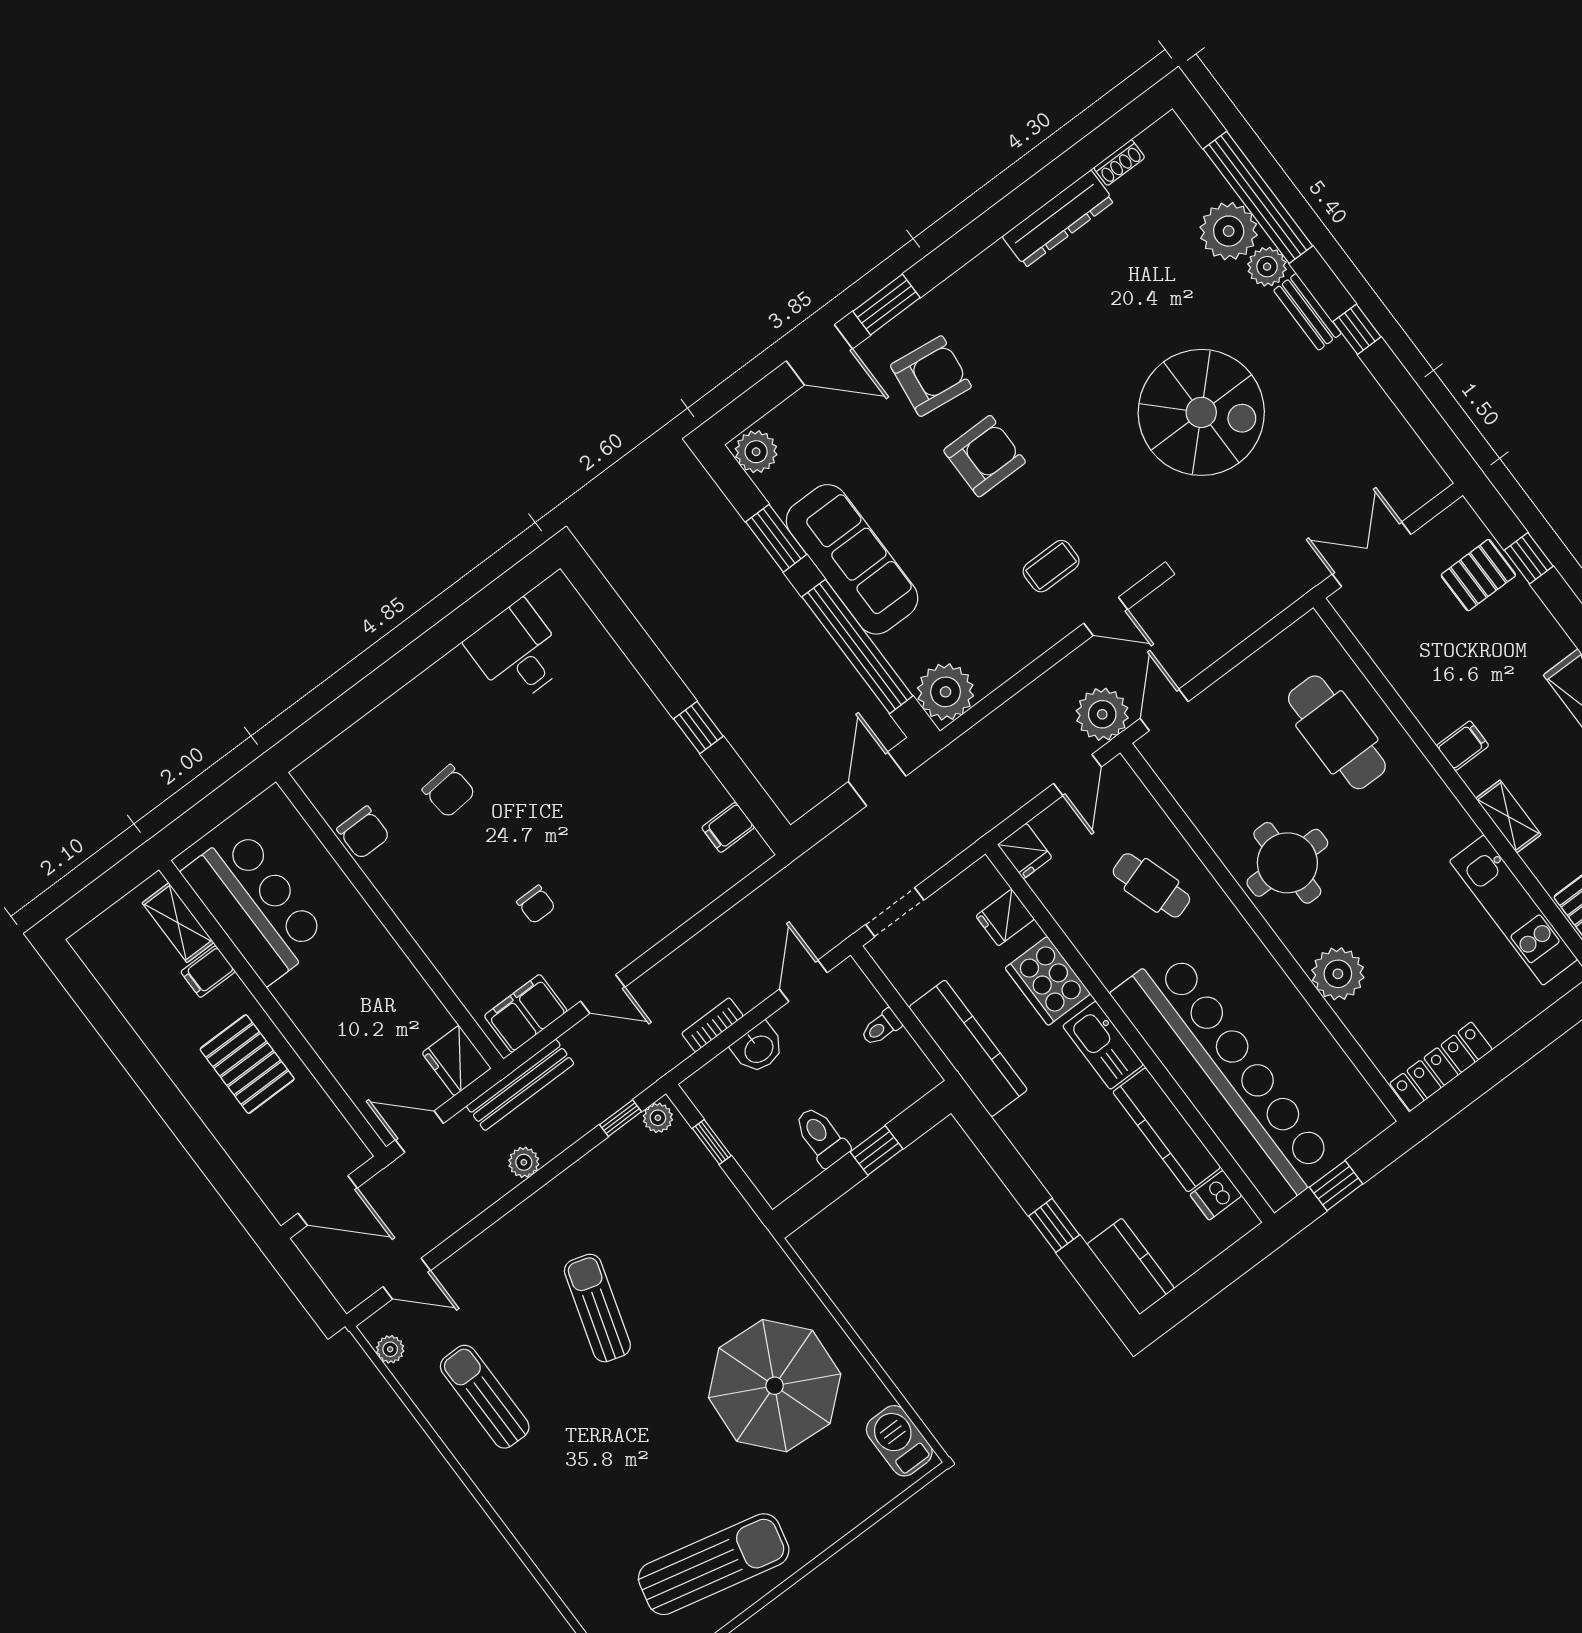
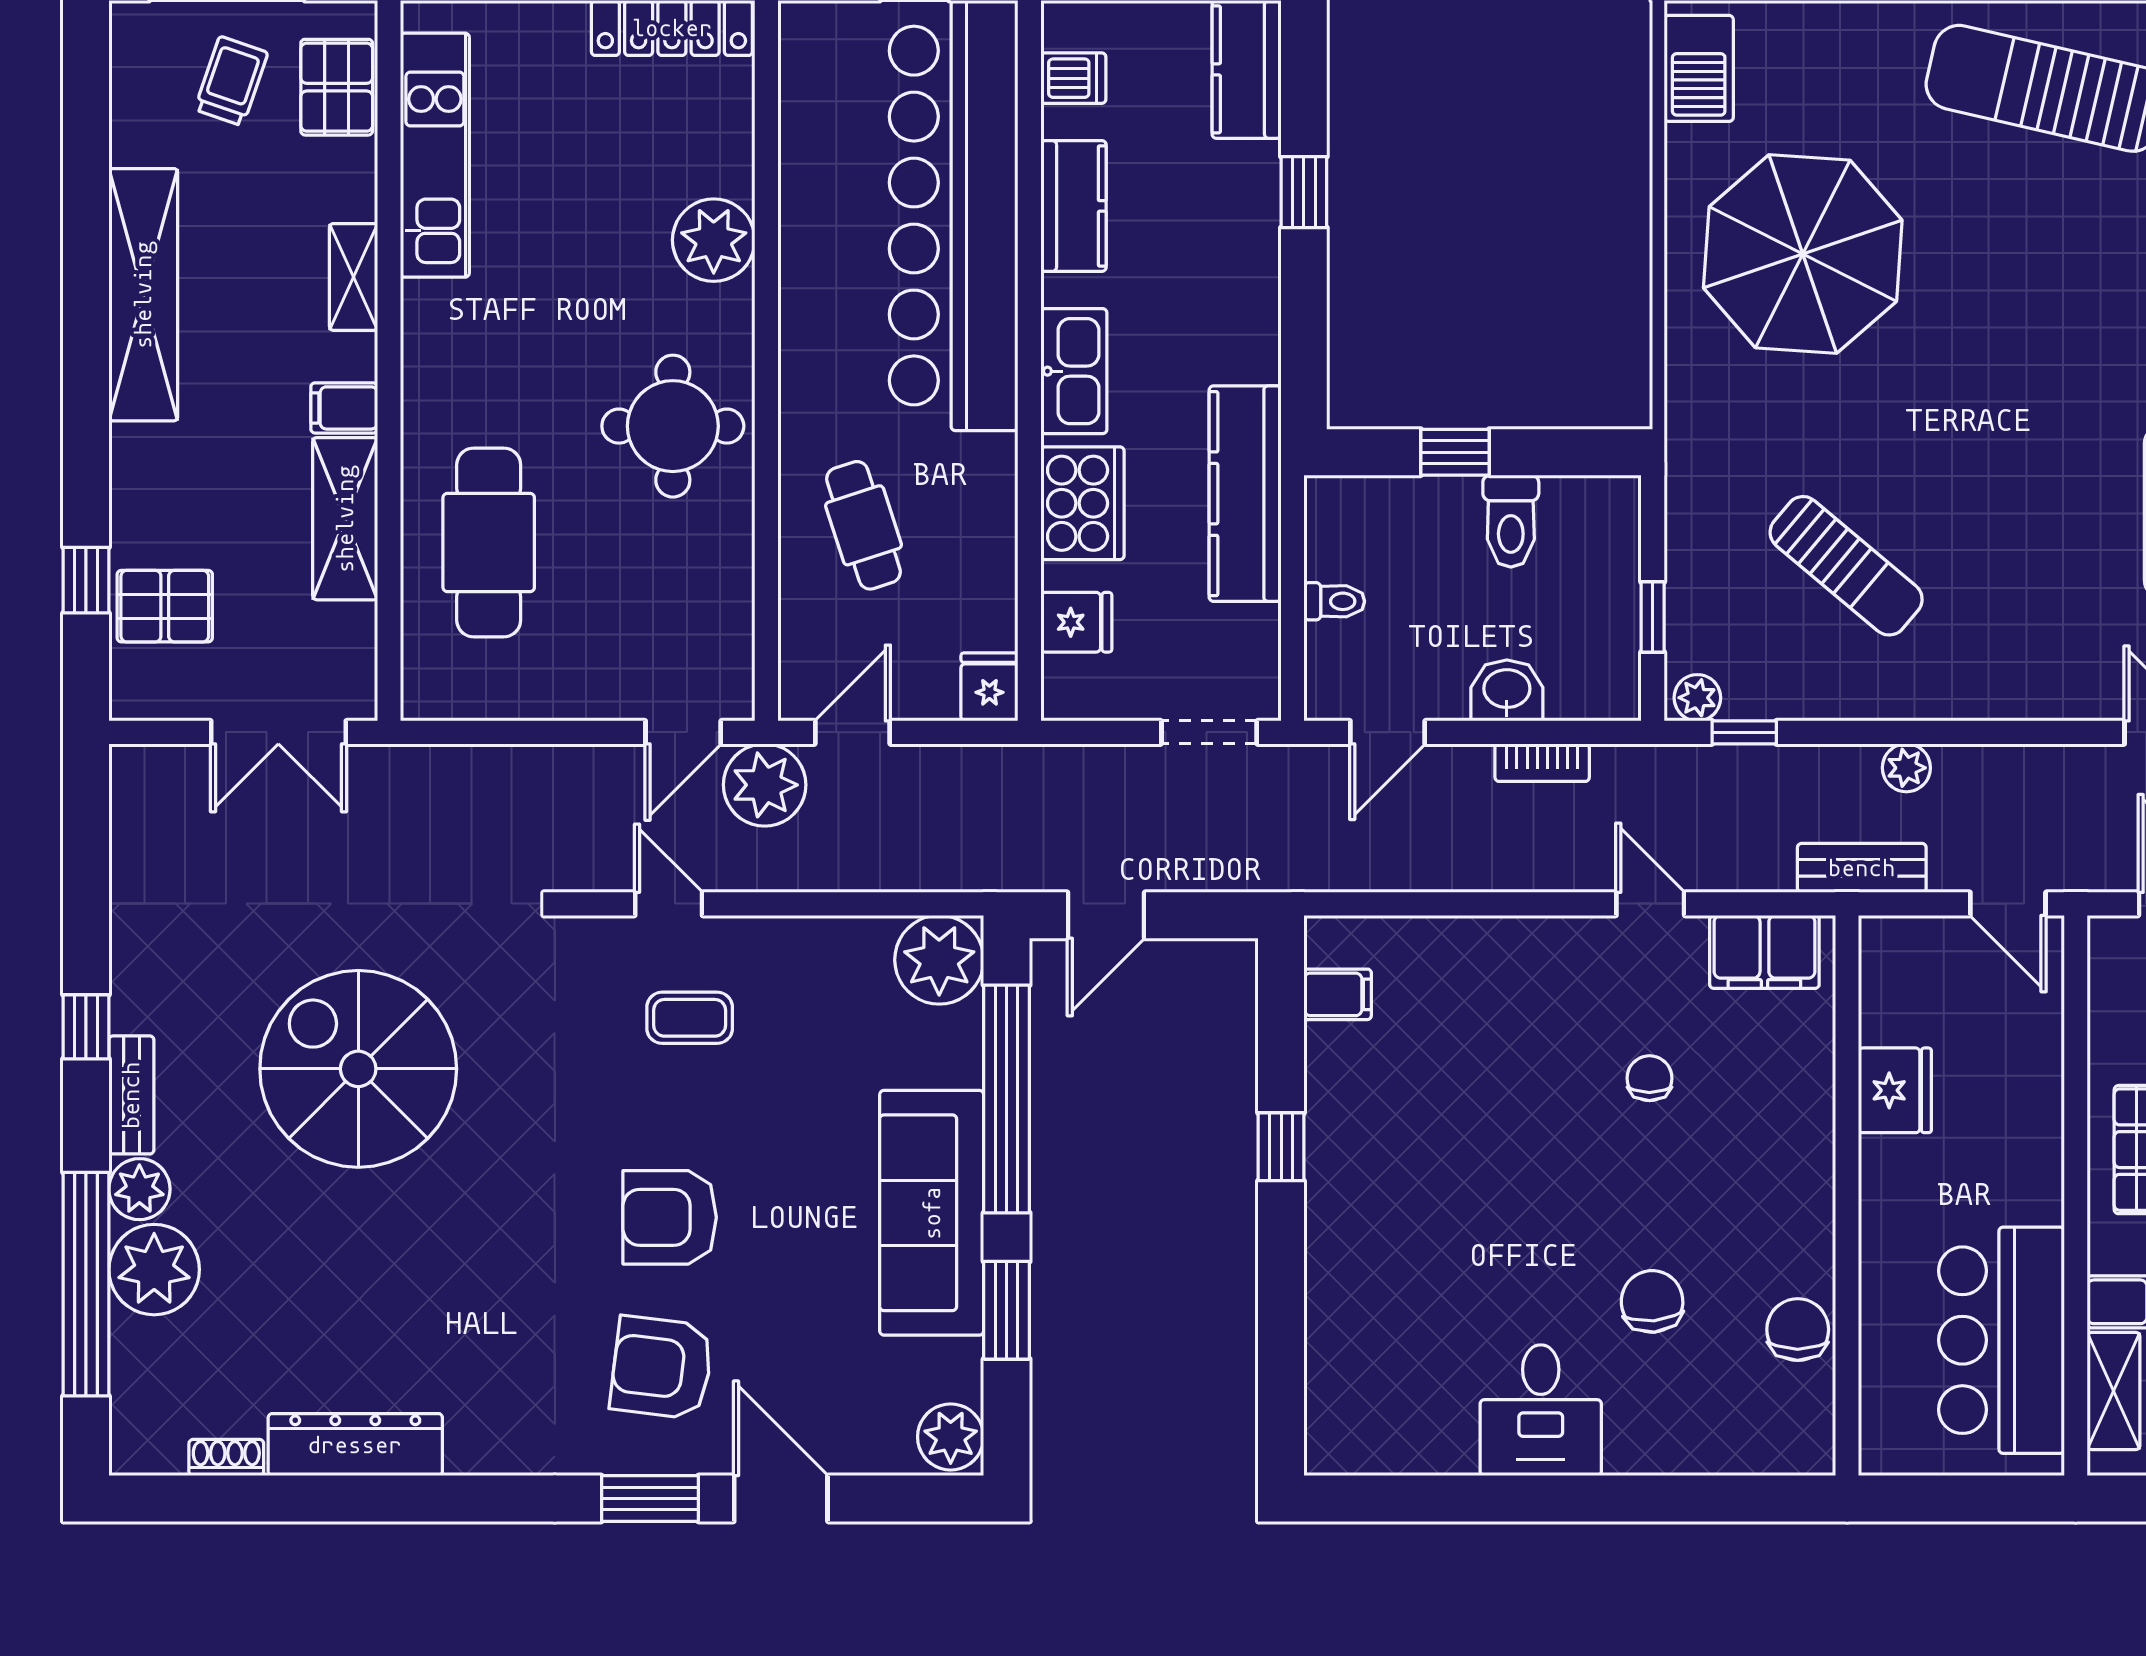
desk: (517, 652) -> (1541, 1410), moved
shelving: (1420, 689) -> (345, 519), added
fridge: (457, 1061) -> (1895, 1090), moved
bench: (520, 1085) -> (1862, 868), width x0.73
kitchen counter: (1167, 1130) -> (1074, 206), width x0.67
sun lounger: (597, 1308) -> (1846, 566), moved, turned -67

